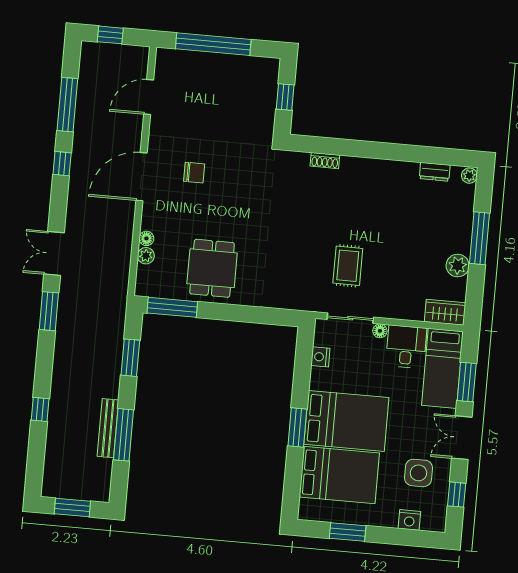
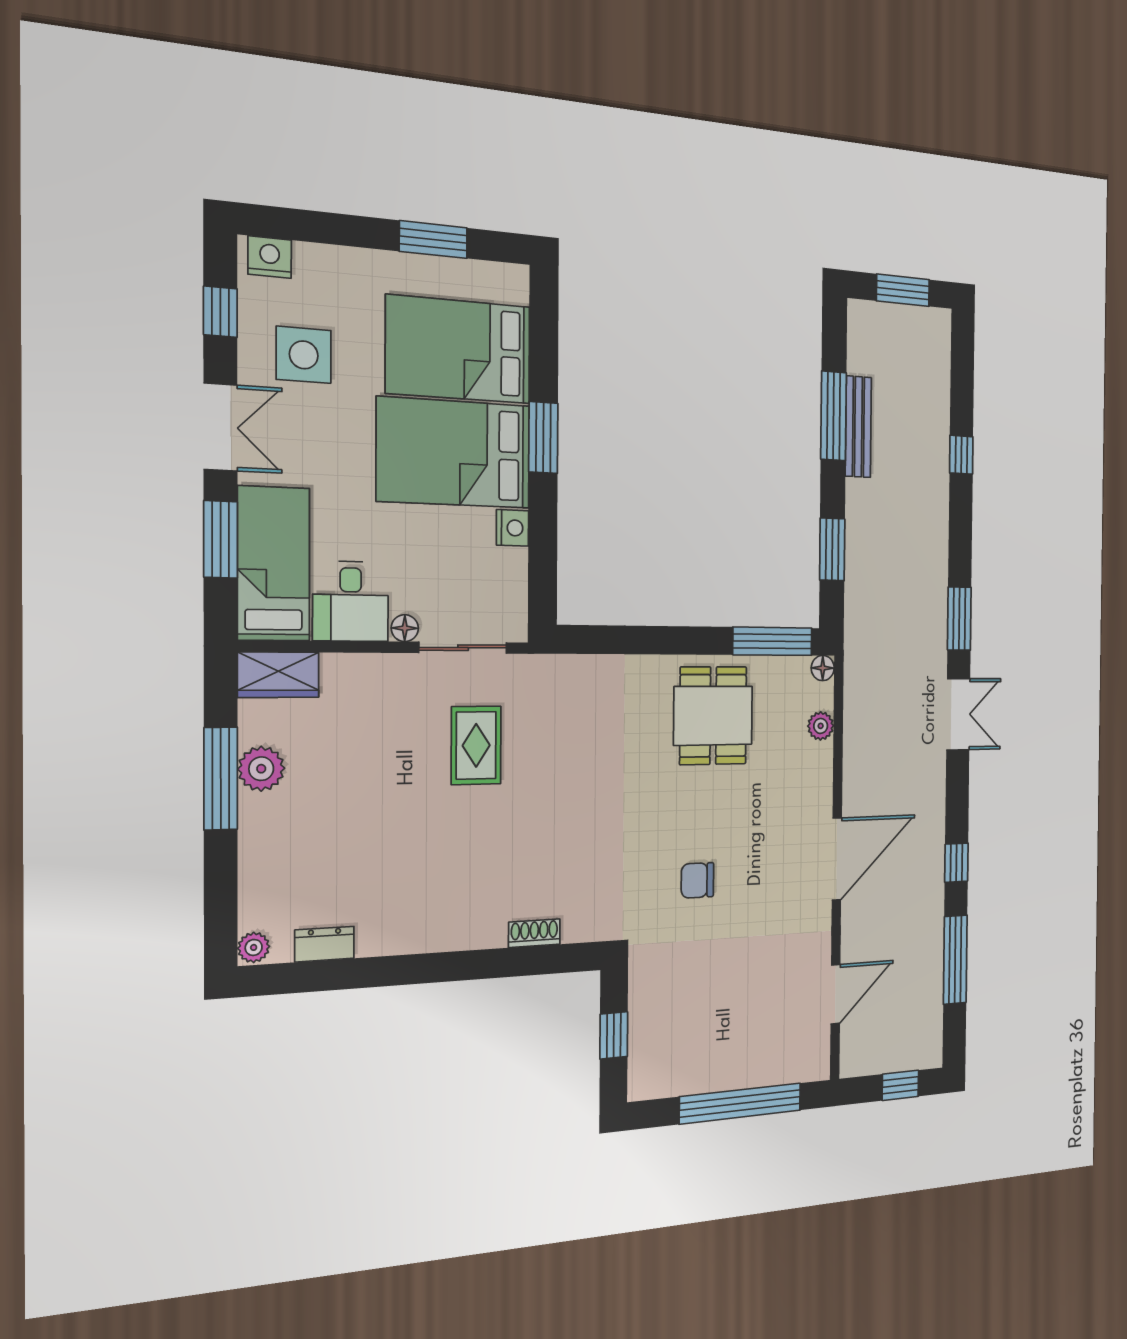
chair: (194, 173) -> (697, 880), moved
floor lamp: (146, 238) -> (823, 668), moved
window: (480, 238) -> (221, 779), moved
nightstand: (320, 357) -> (512, 528), moved
nightstand: (409, 520) -> (270, 257), moved

